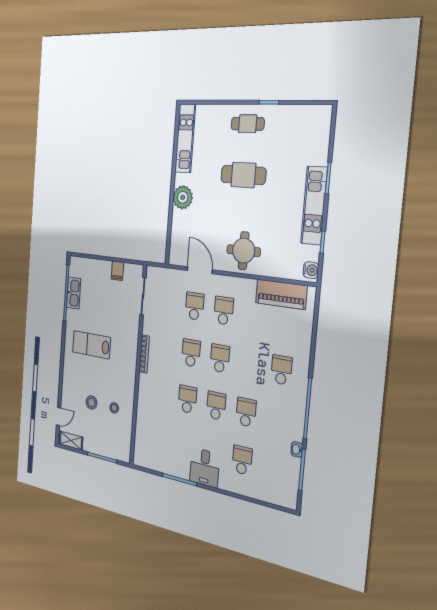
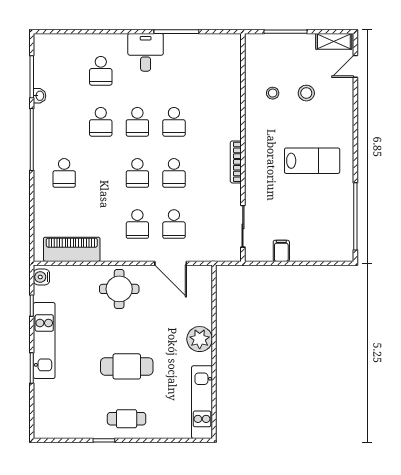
kitchen sink: (74, 293) -> (344, 218), removed

